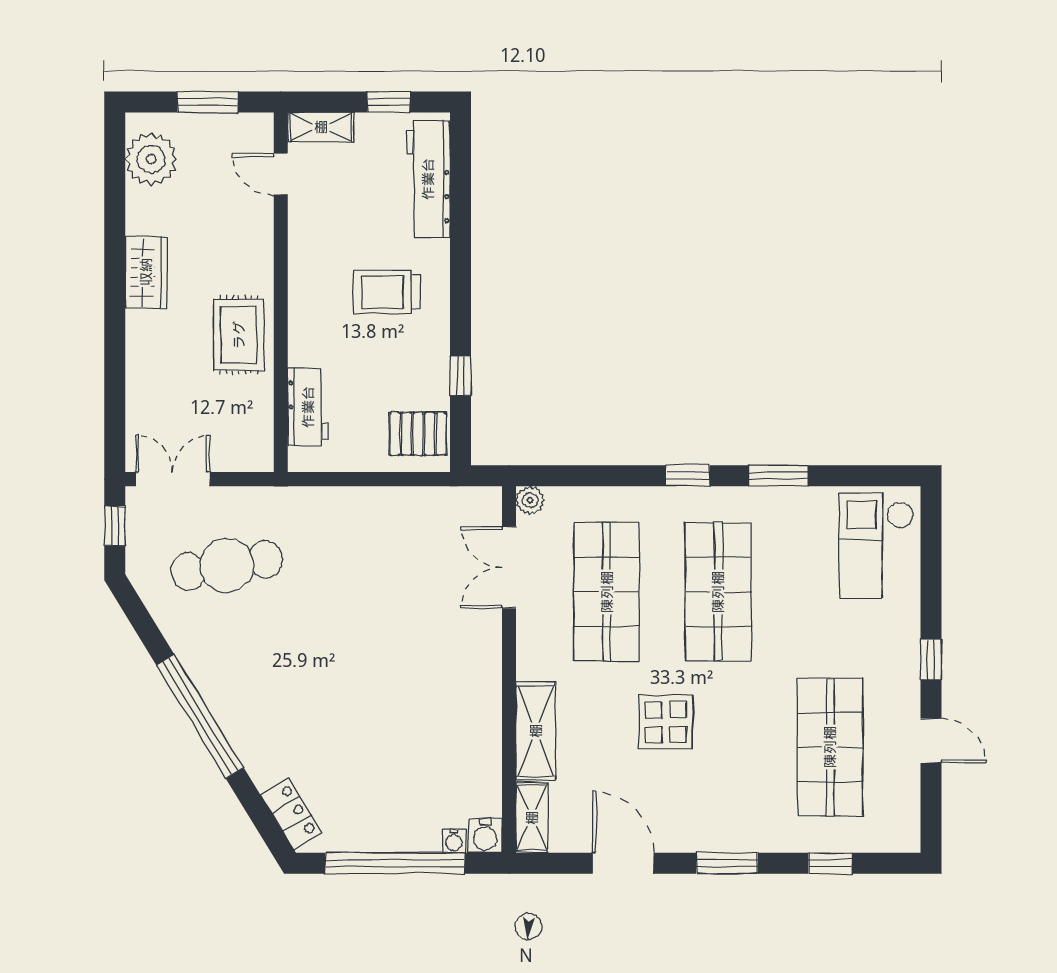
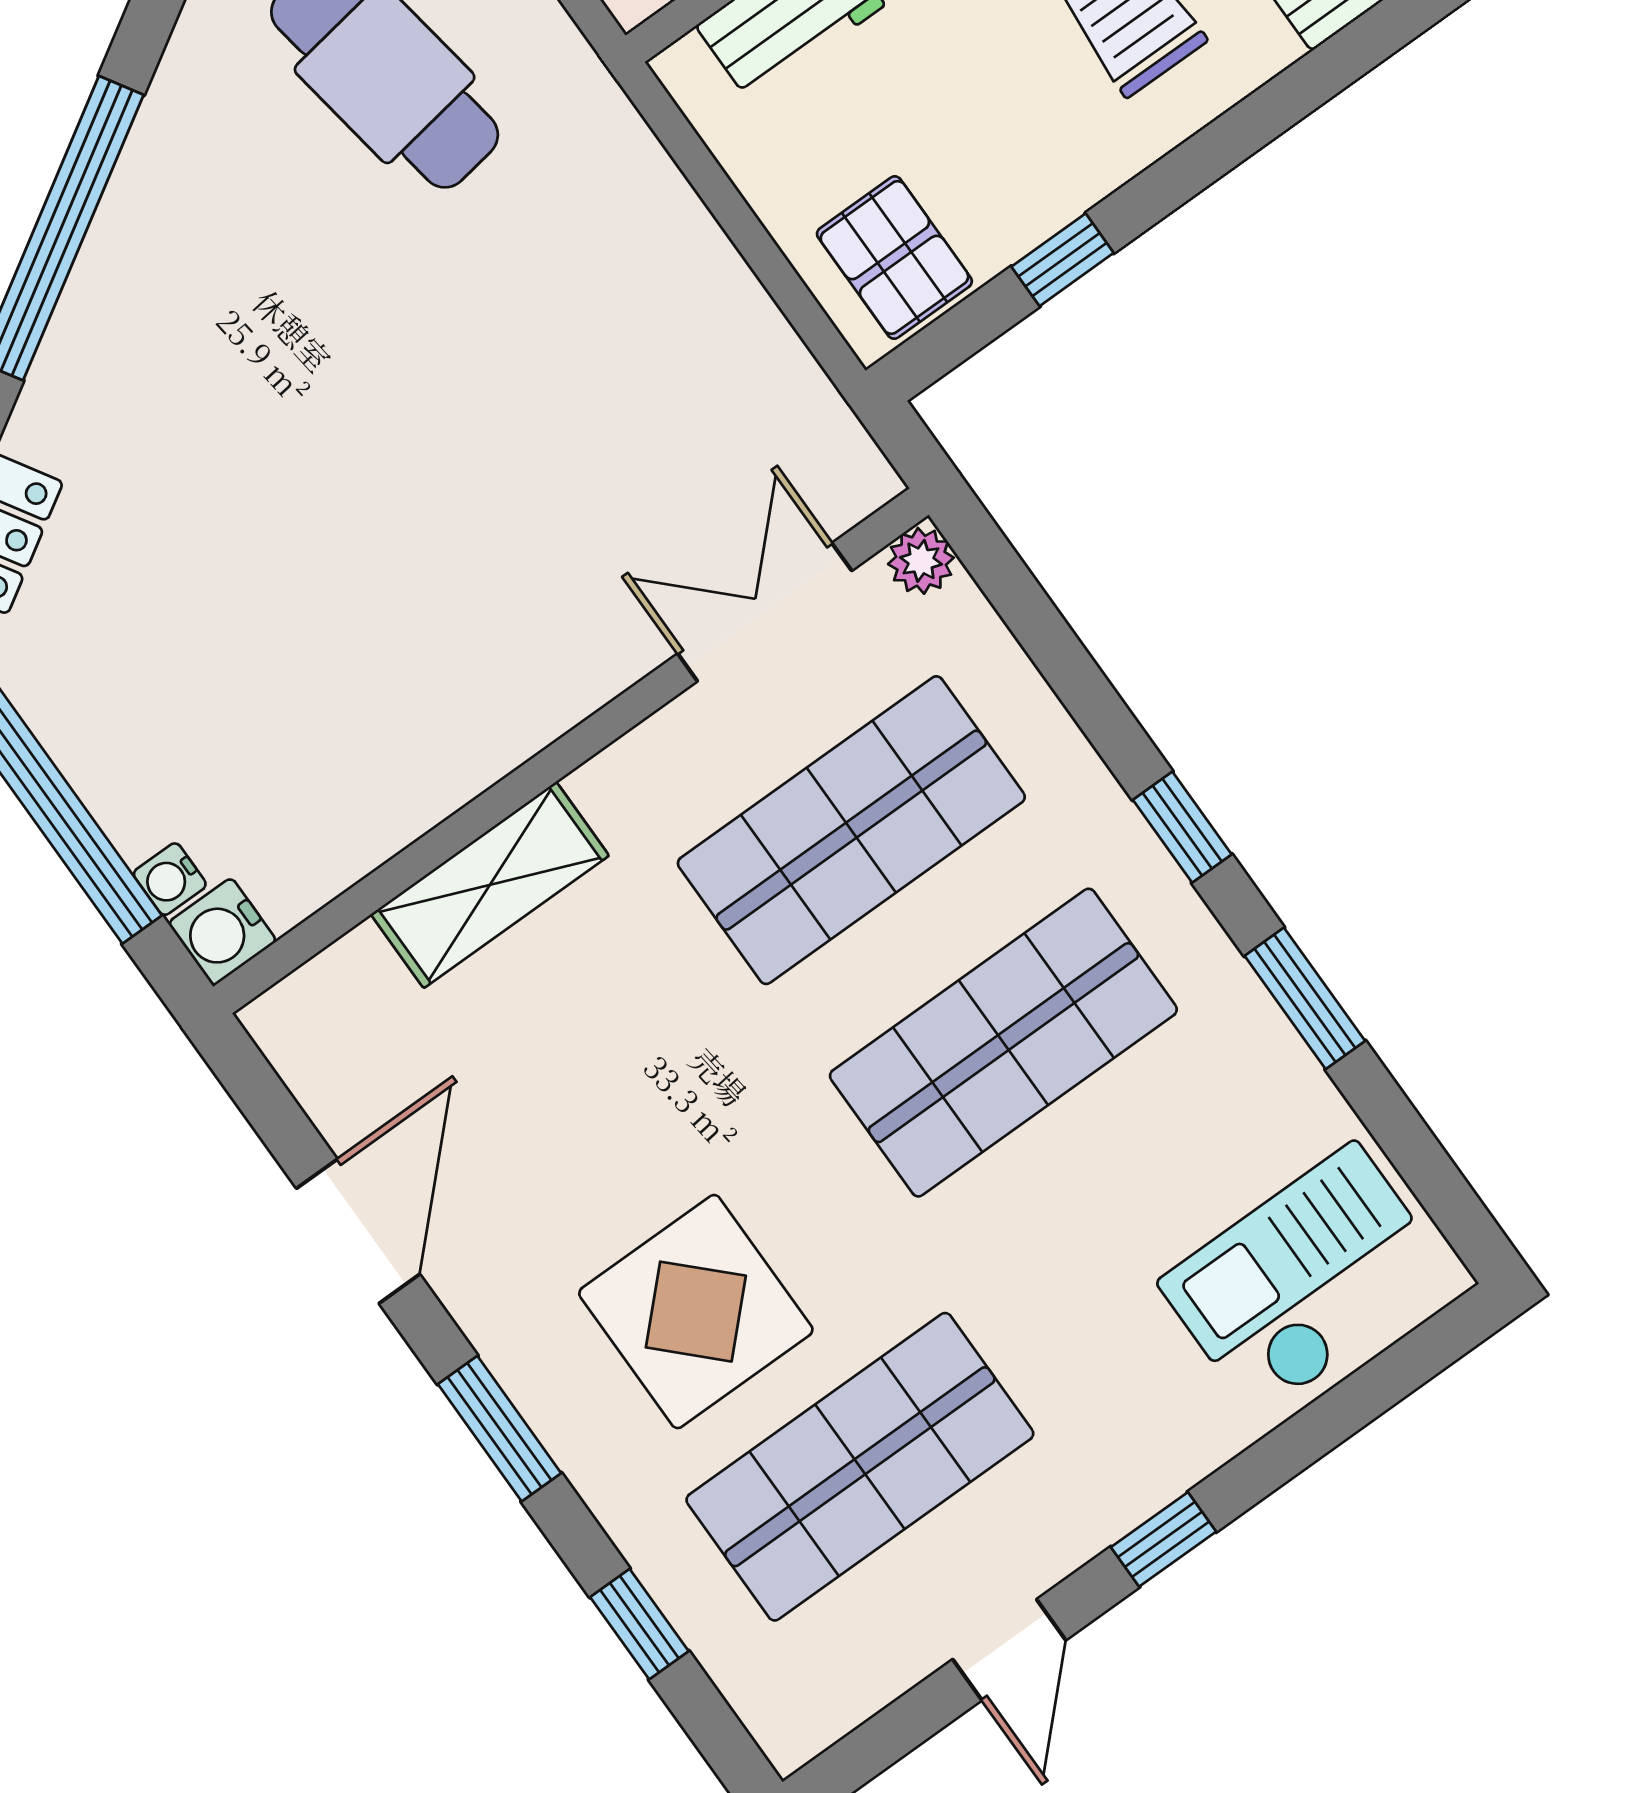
display table: (666, 722) -> (696, 1312), moved, width x1.36, depth x1.36
shelving: (532, 818) -> (320, 996), removed

